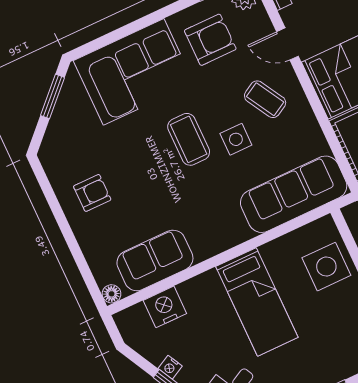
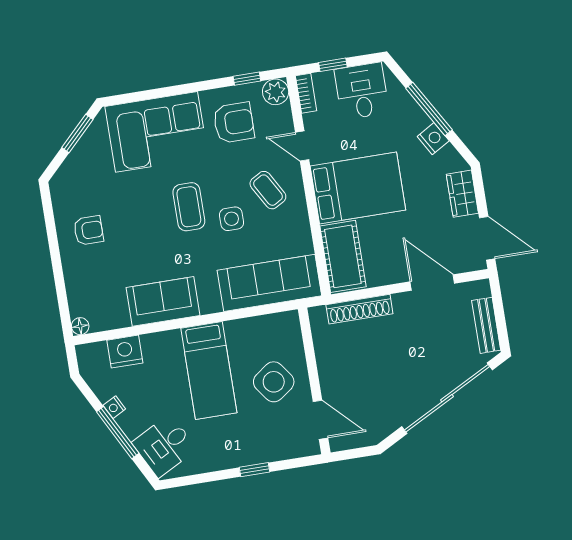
sofa: (155, 260) -> (163, 301), moved
side table: (326, 267) -> (274, 382), moved, turned -36

